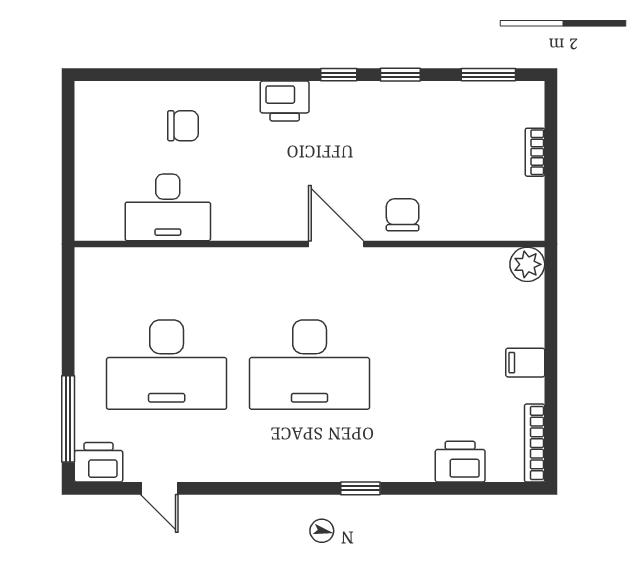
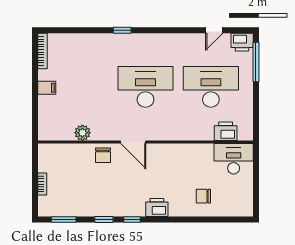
desk: (168, 207) -> (234, 159), moved
plant: (527, 264) -> (82, 133), moved
printer: (460, 462) -> (226, 131), moved, turned 180
door: (159, 488) -> (214, 30), swing flipped

